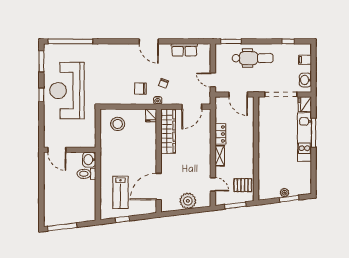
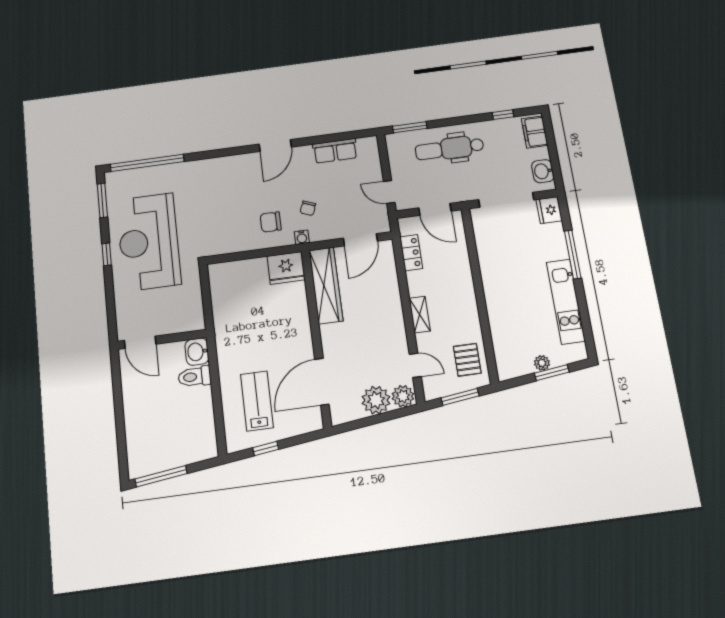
door: (149, 41) -> (275, 146), hinge flipped
dental chair: (253, 58) -> (449, 149), turned 180
filing cabinet: (305, 60) -> (535, 132), width x2.00
fridge: (151, 115) -> (286, 268), width x1.88, depth x1.34
stool: (118, 124) -> (239, 285), removed
locker: (220, 134) -> (411, 253), moved
kitchen unit: (304, 137) -> (566, 301), moved
pallet: (243, 185) -> (467, 360), turned 90
lab bench: (120, 192) -> (257, 401), turned 180
plant: (203, 201) -> (403, 396), added

